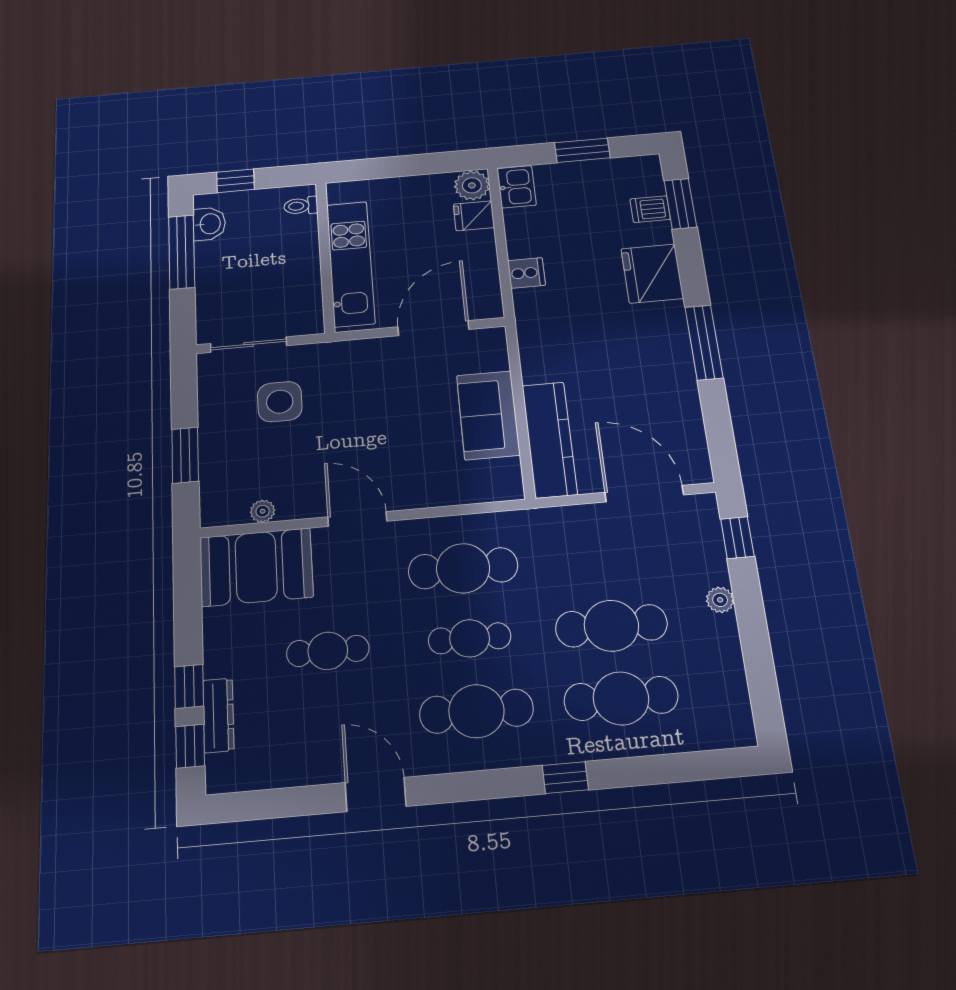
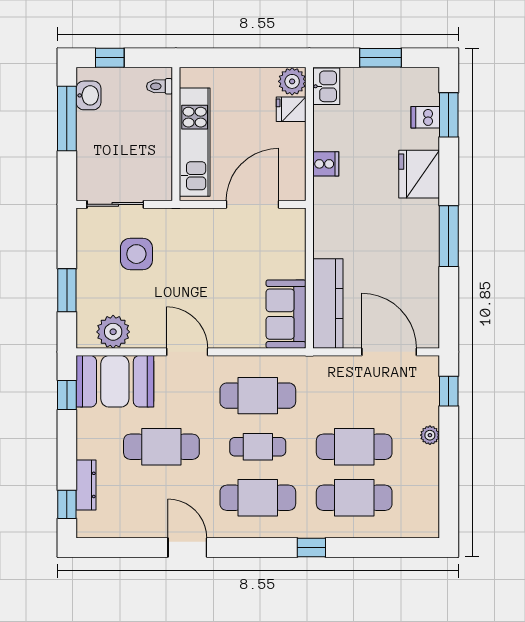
sofa: (488, 415) -> (286, 314), moved
plant: (263, 511) -> (113, 332), width x1.88, depth x1.88
cafe table: (328, 651) -> (161, 447), width x1.37, depth x1.35
window: (189, 686) -> (67, 395), moved

